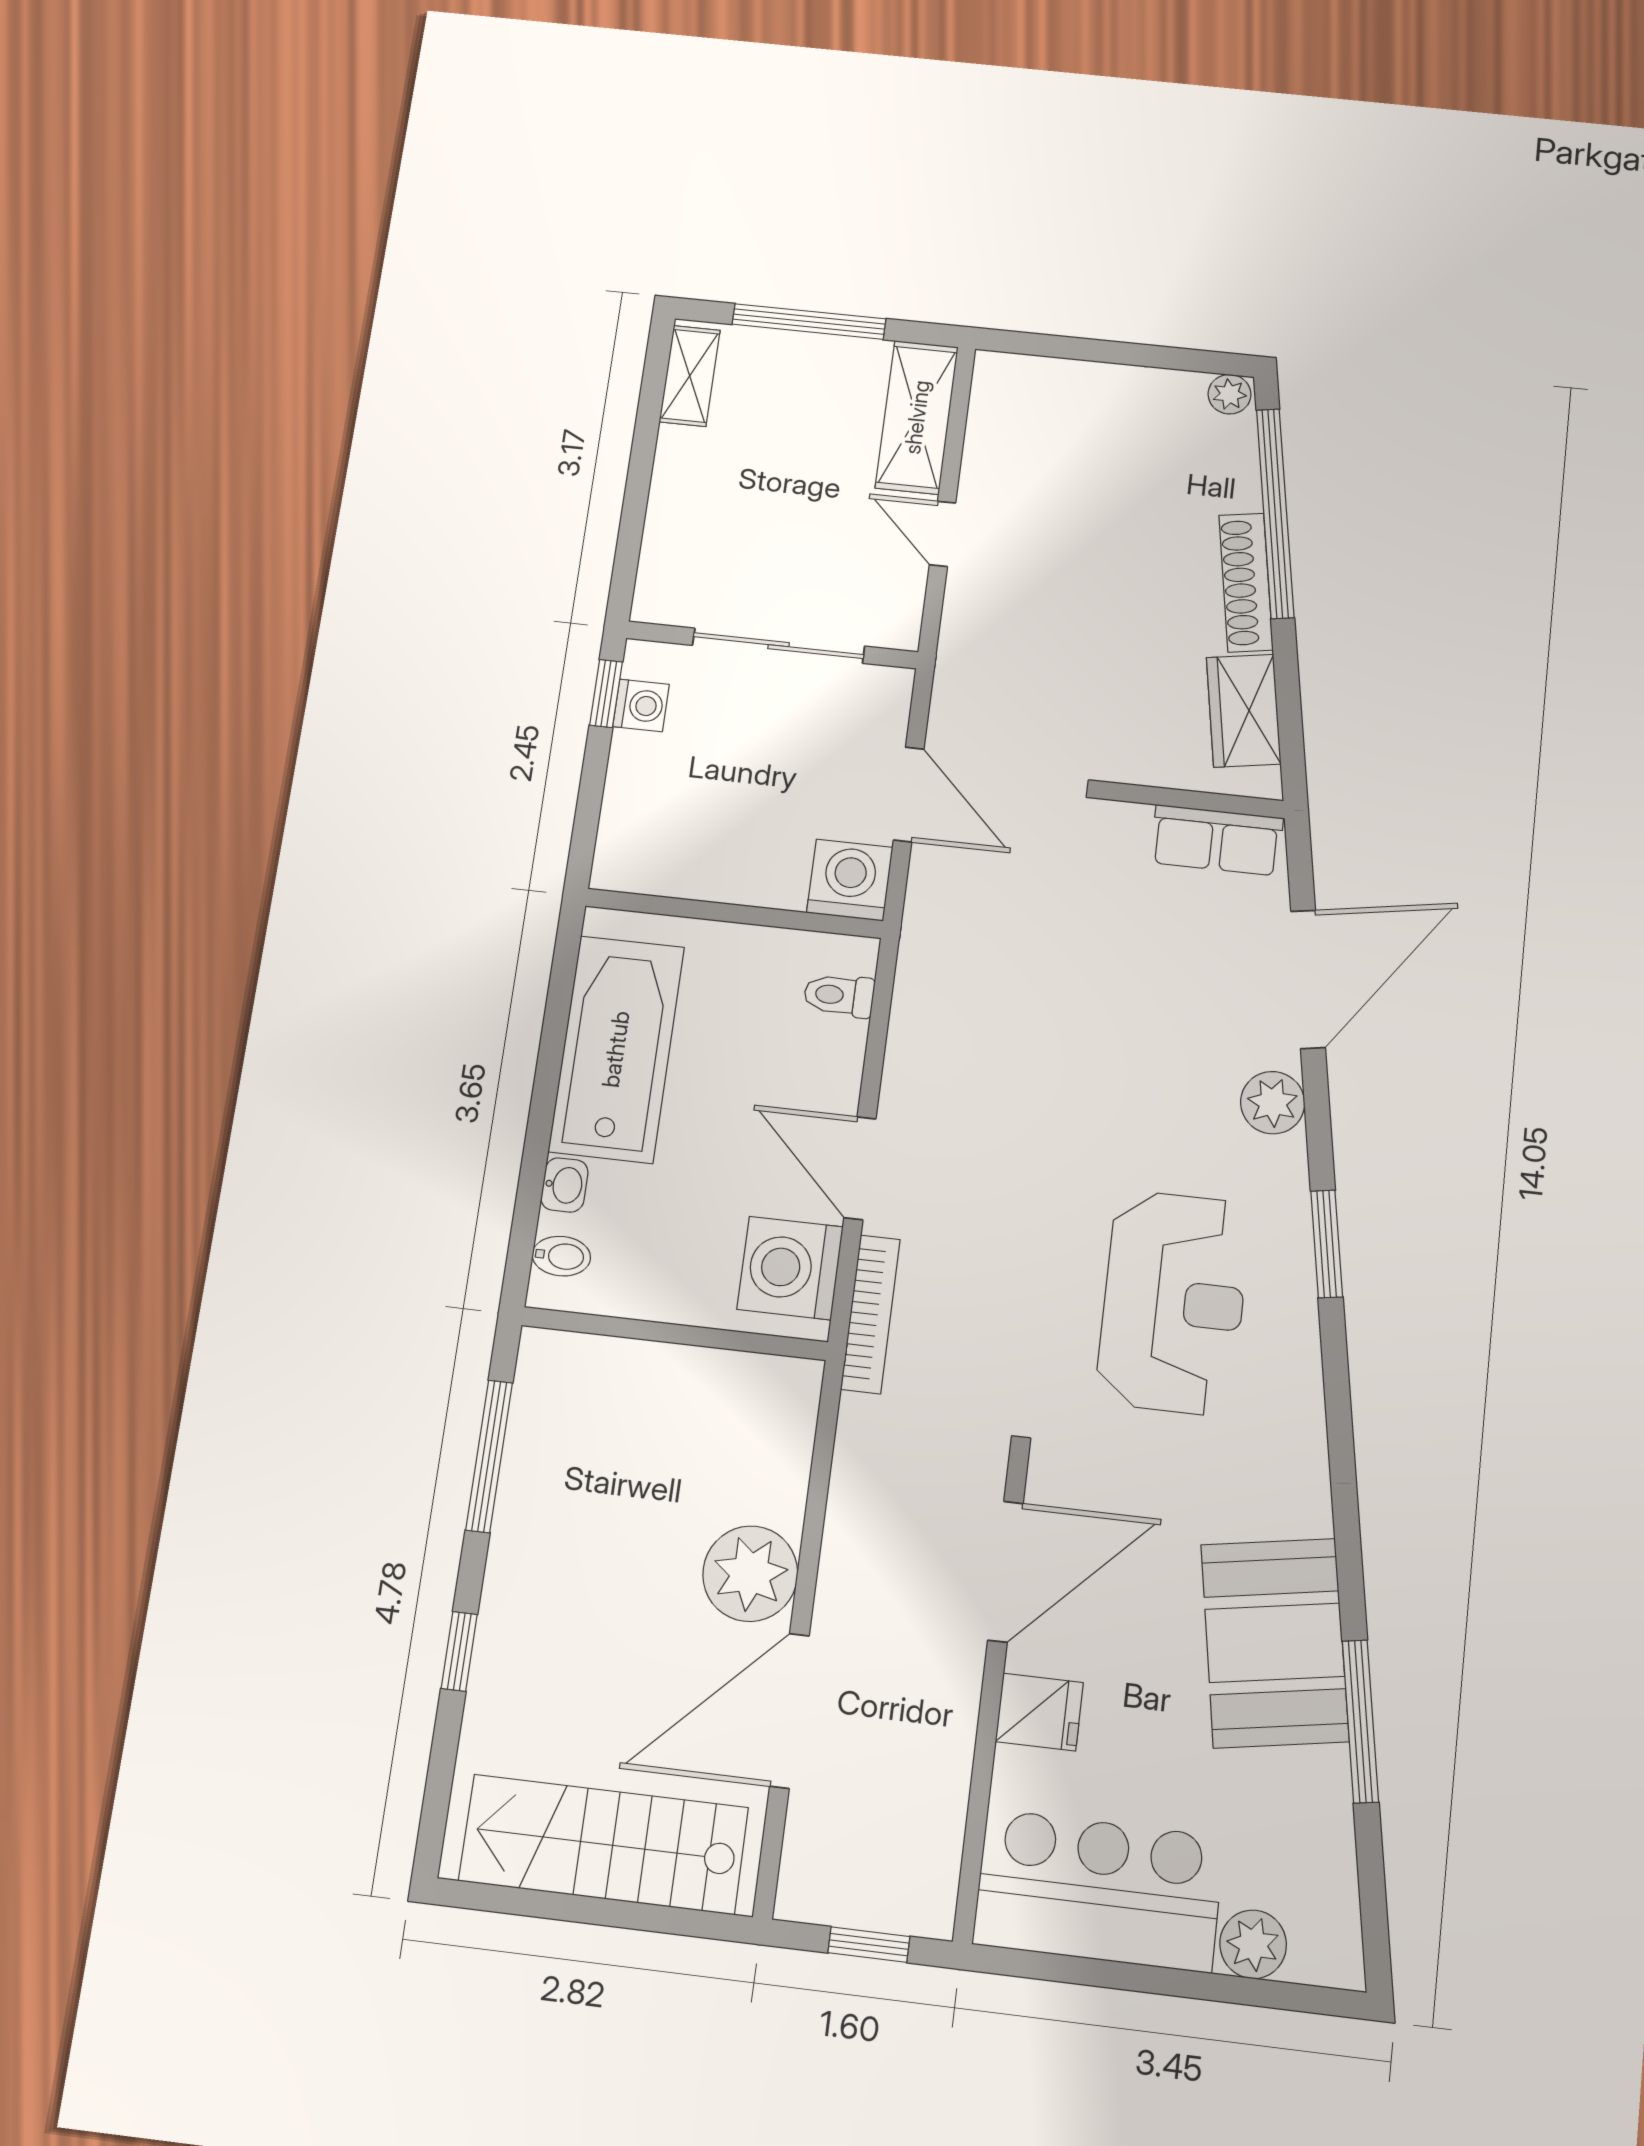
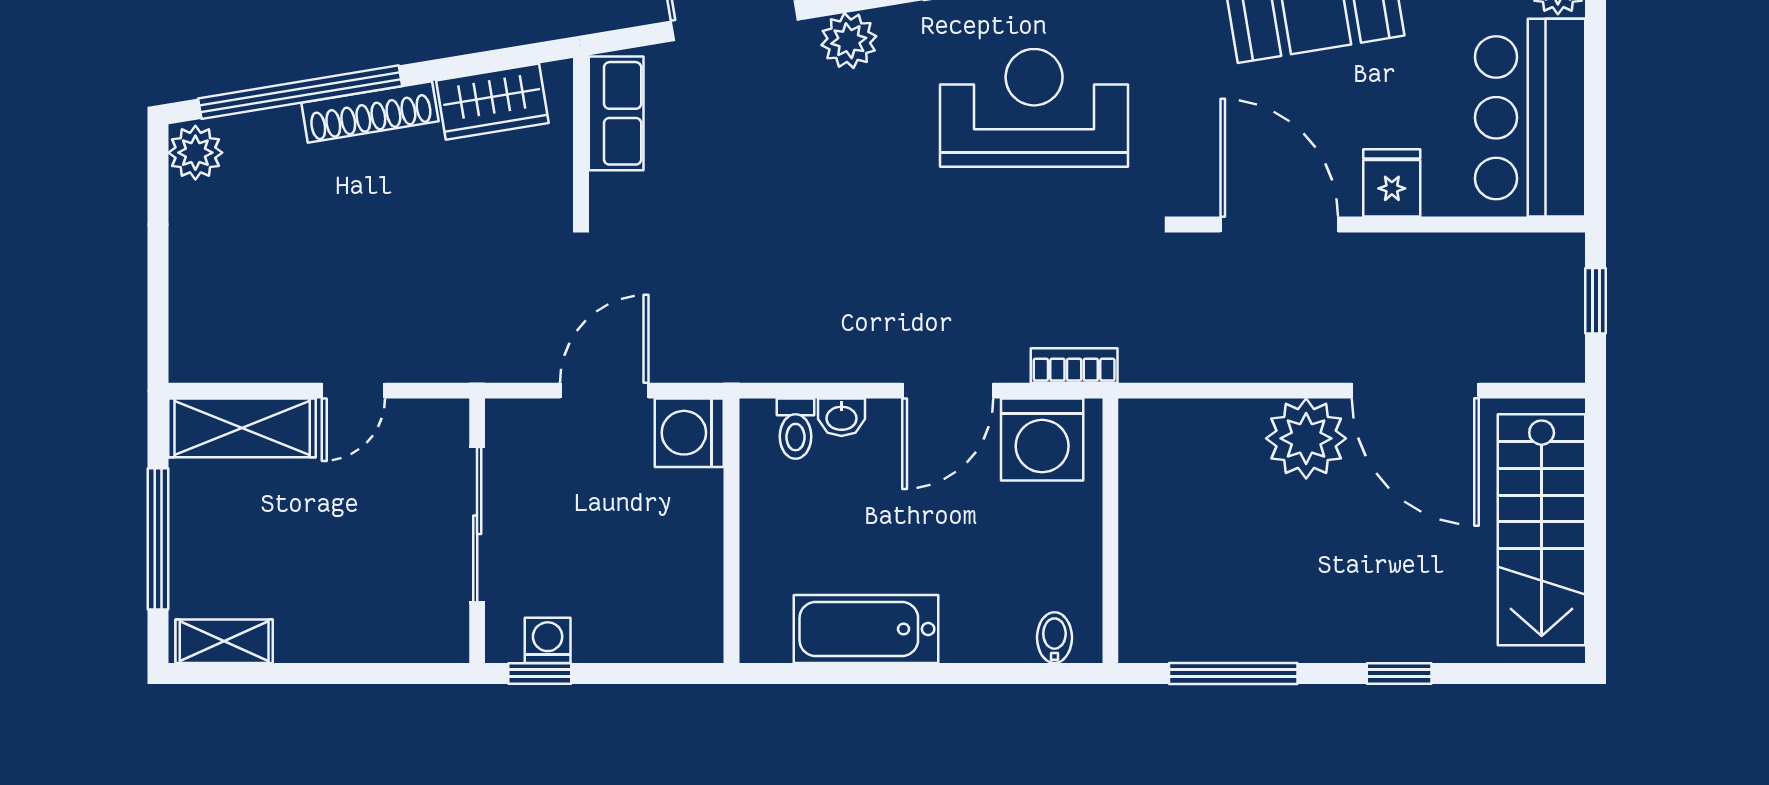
plant: (1229, 394) -> (195, 153), width x1.38, depth x1.38
bathtub: (616, 1049) -> (866, 629), width x0.73, depth x0.73
washbasin: (564, 1185) -> (842, 417), moved, turned 180
bookcase: (870, 1314) -> (1074, 365), width x0.64

